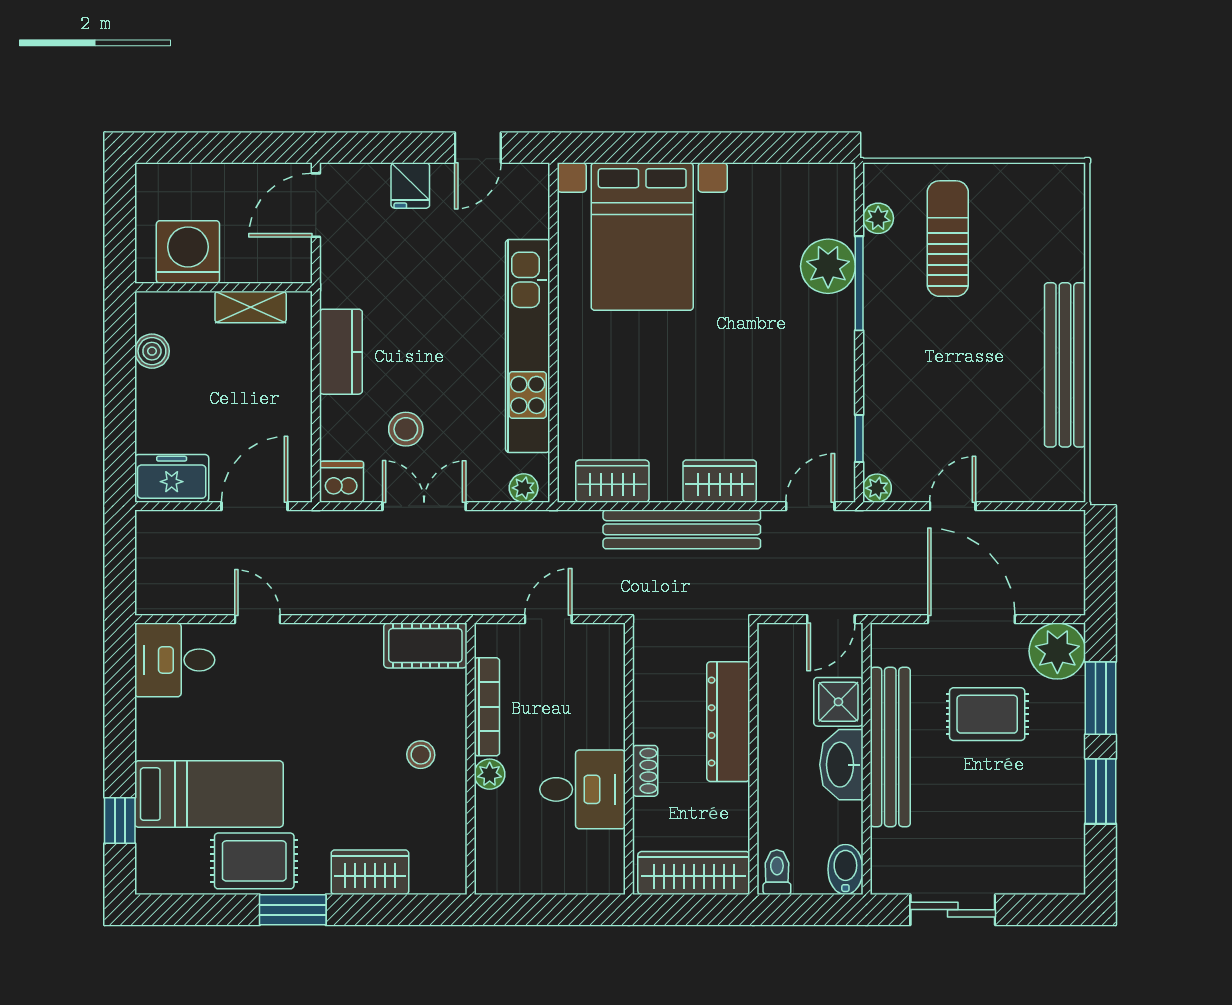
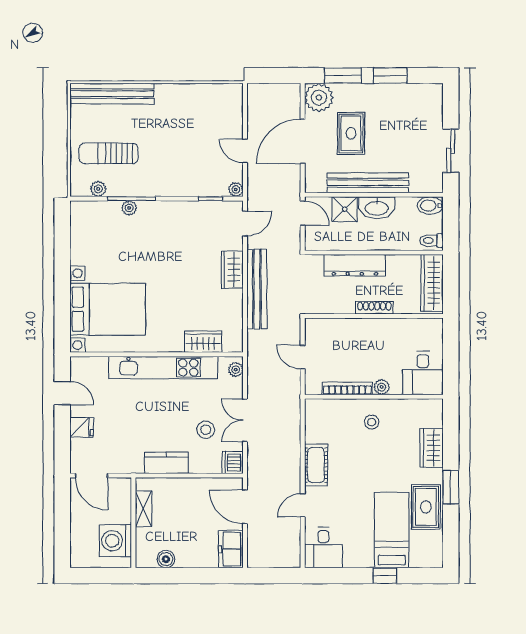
plant: (828, 266) -> (129, 208), width x0.53, depth x0.53
bench: (1065, 365) -> (112, 94), moved
wardrobe: (612, 481) -> (203, 342), moved, turned 90
door: (810, 506) -> (245, 224), swing flipped
cot: (425, 645) -> (316, 465), moved
shoe rack: (645, 771) -> (374, 308), width x1.43
desk: (583, 789) -> (423, 373), moved, turned 180
window: (120, 821) -> (385, 576), moved

